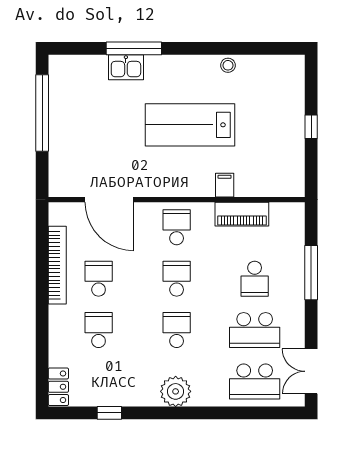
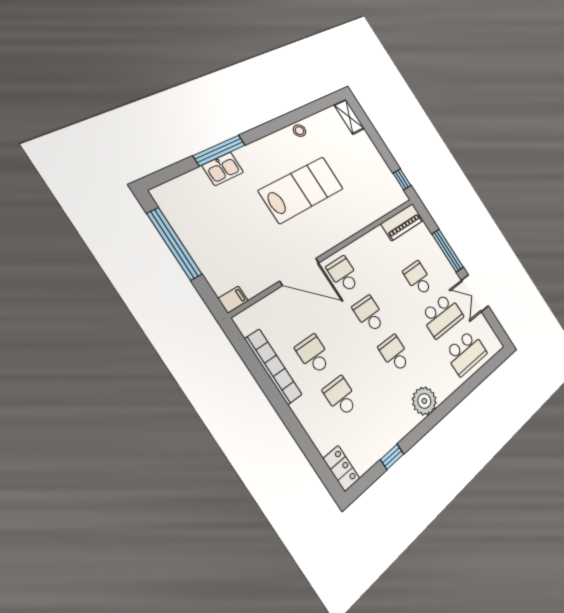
shelving: (295, 75) -> (349, 117), added
lab bench: (190, 125) -> (302, 190), turned 180
window: (311, 127) -> (402, 179), moved
filing cabinet: (225, 185) -> (233, 300), moved, turned 90
door: (109, 200) -> (299, 272), moved
piano: (242, 214) -> (402, 222), moved
school desk: (255, 279) -> (418, 278), turned 180
double door: (311, 371) -> (475, 293), moved

